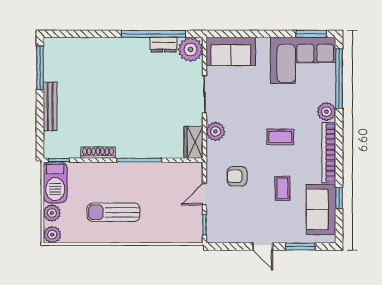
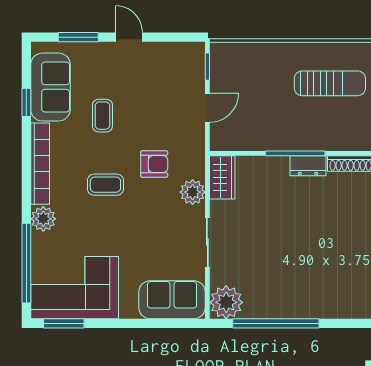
dresser: (164, 45) -> (308, 166), moved, turned 180
armchair: (237, 176) -> (154, 164), moved

